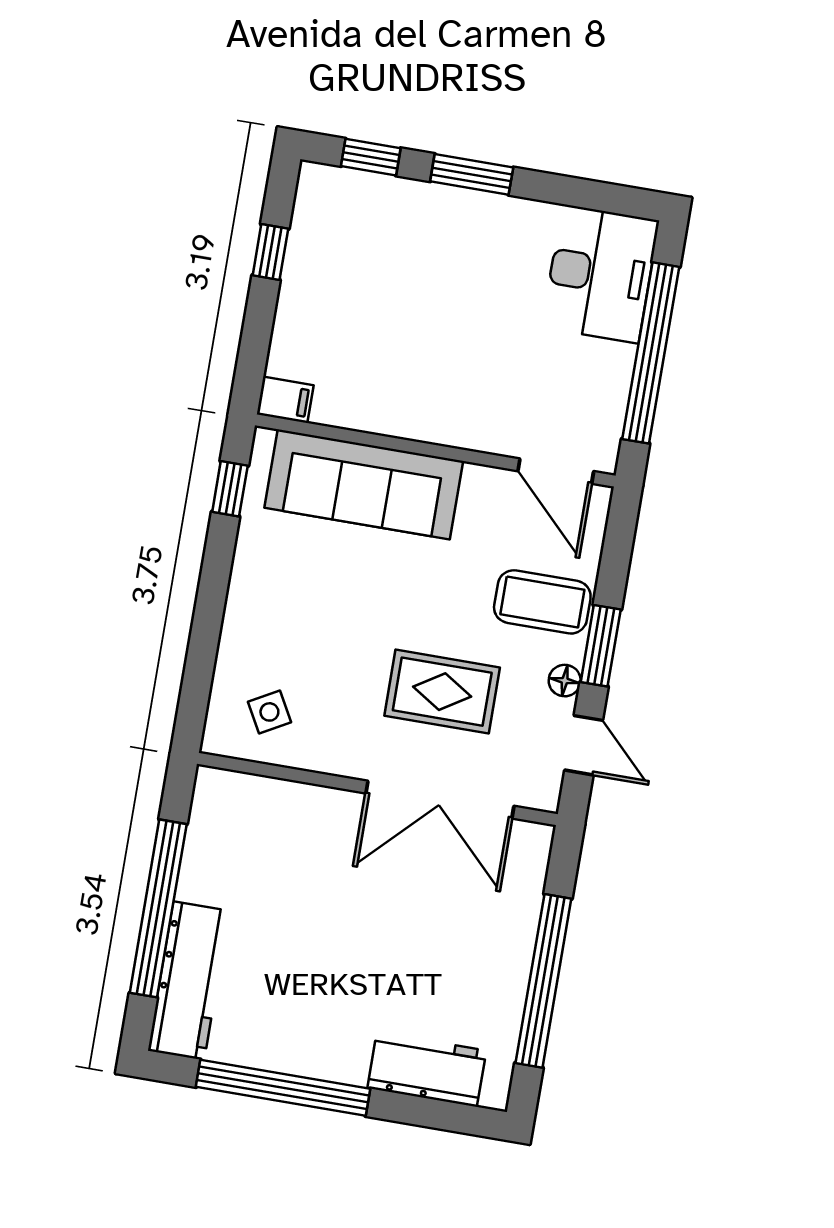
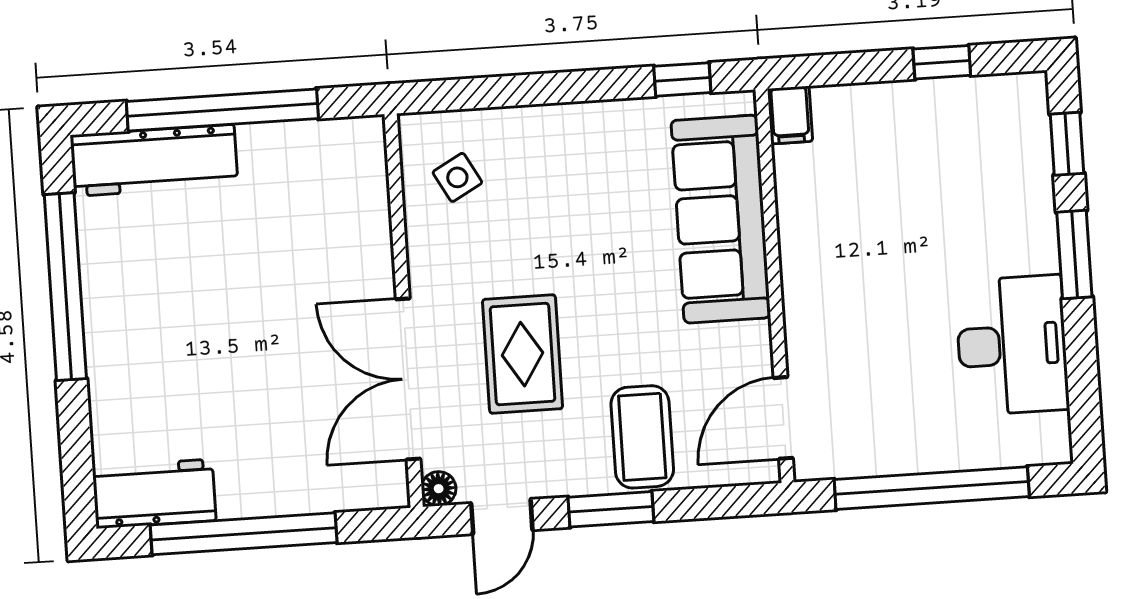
desk: (600, 274) -> (1012, 345), moved, turned -90
floor lamp: (565, 681) -> (439, 489), moved
workbench: (427, 1069) -> (154, 494), moved, turned -90

